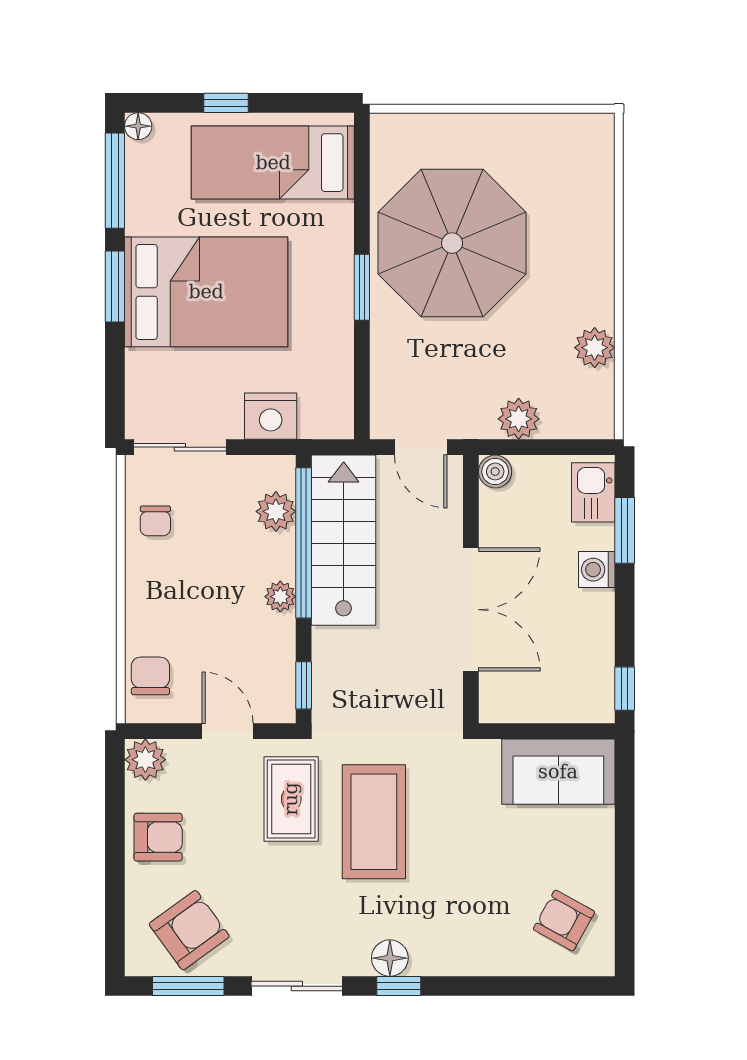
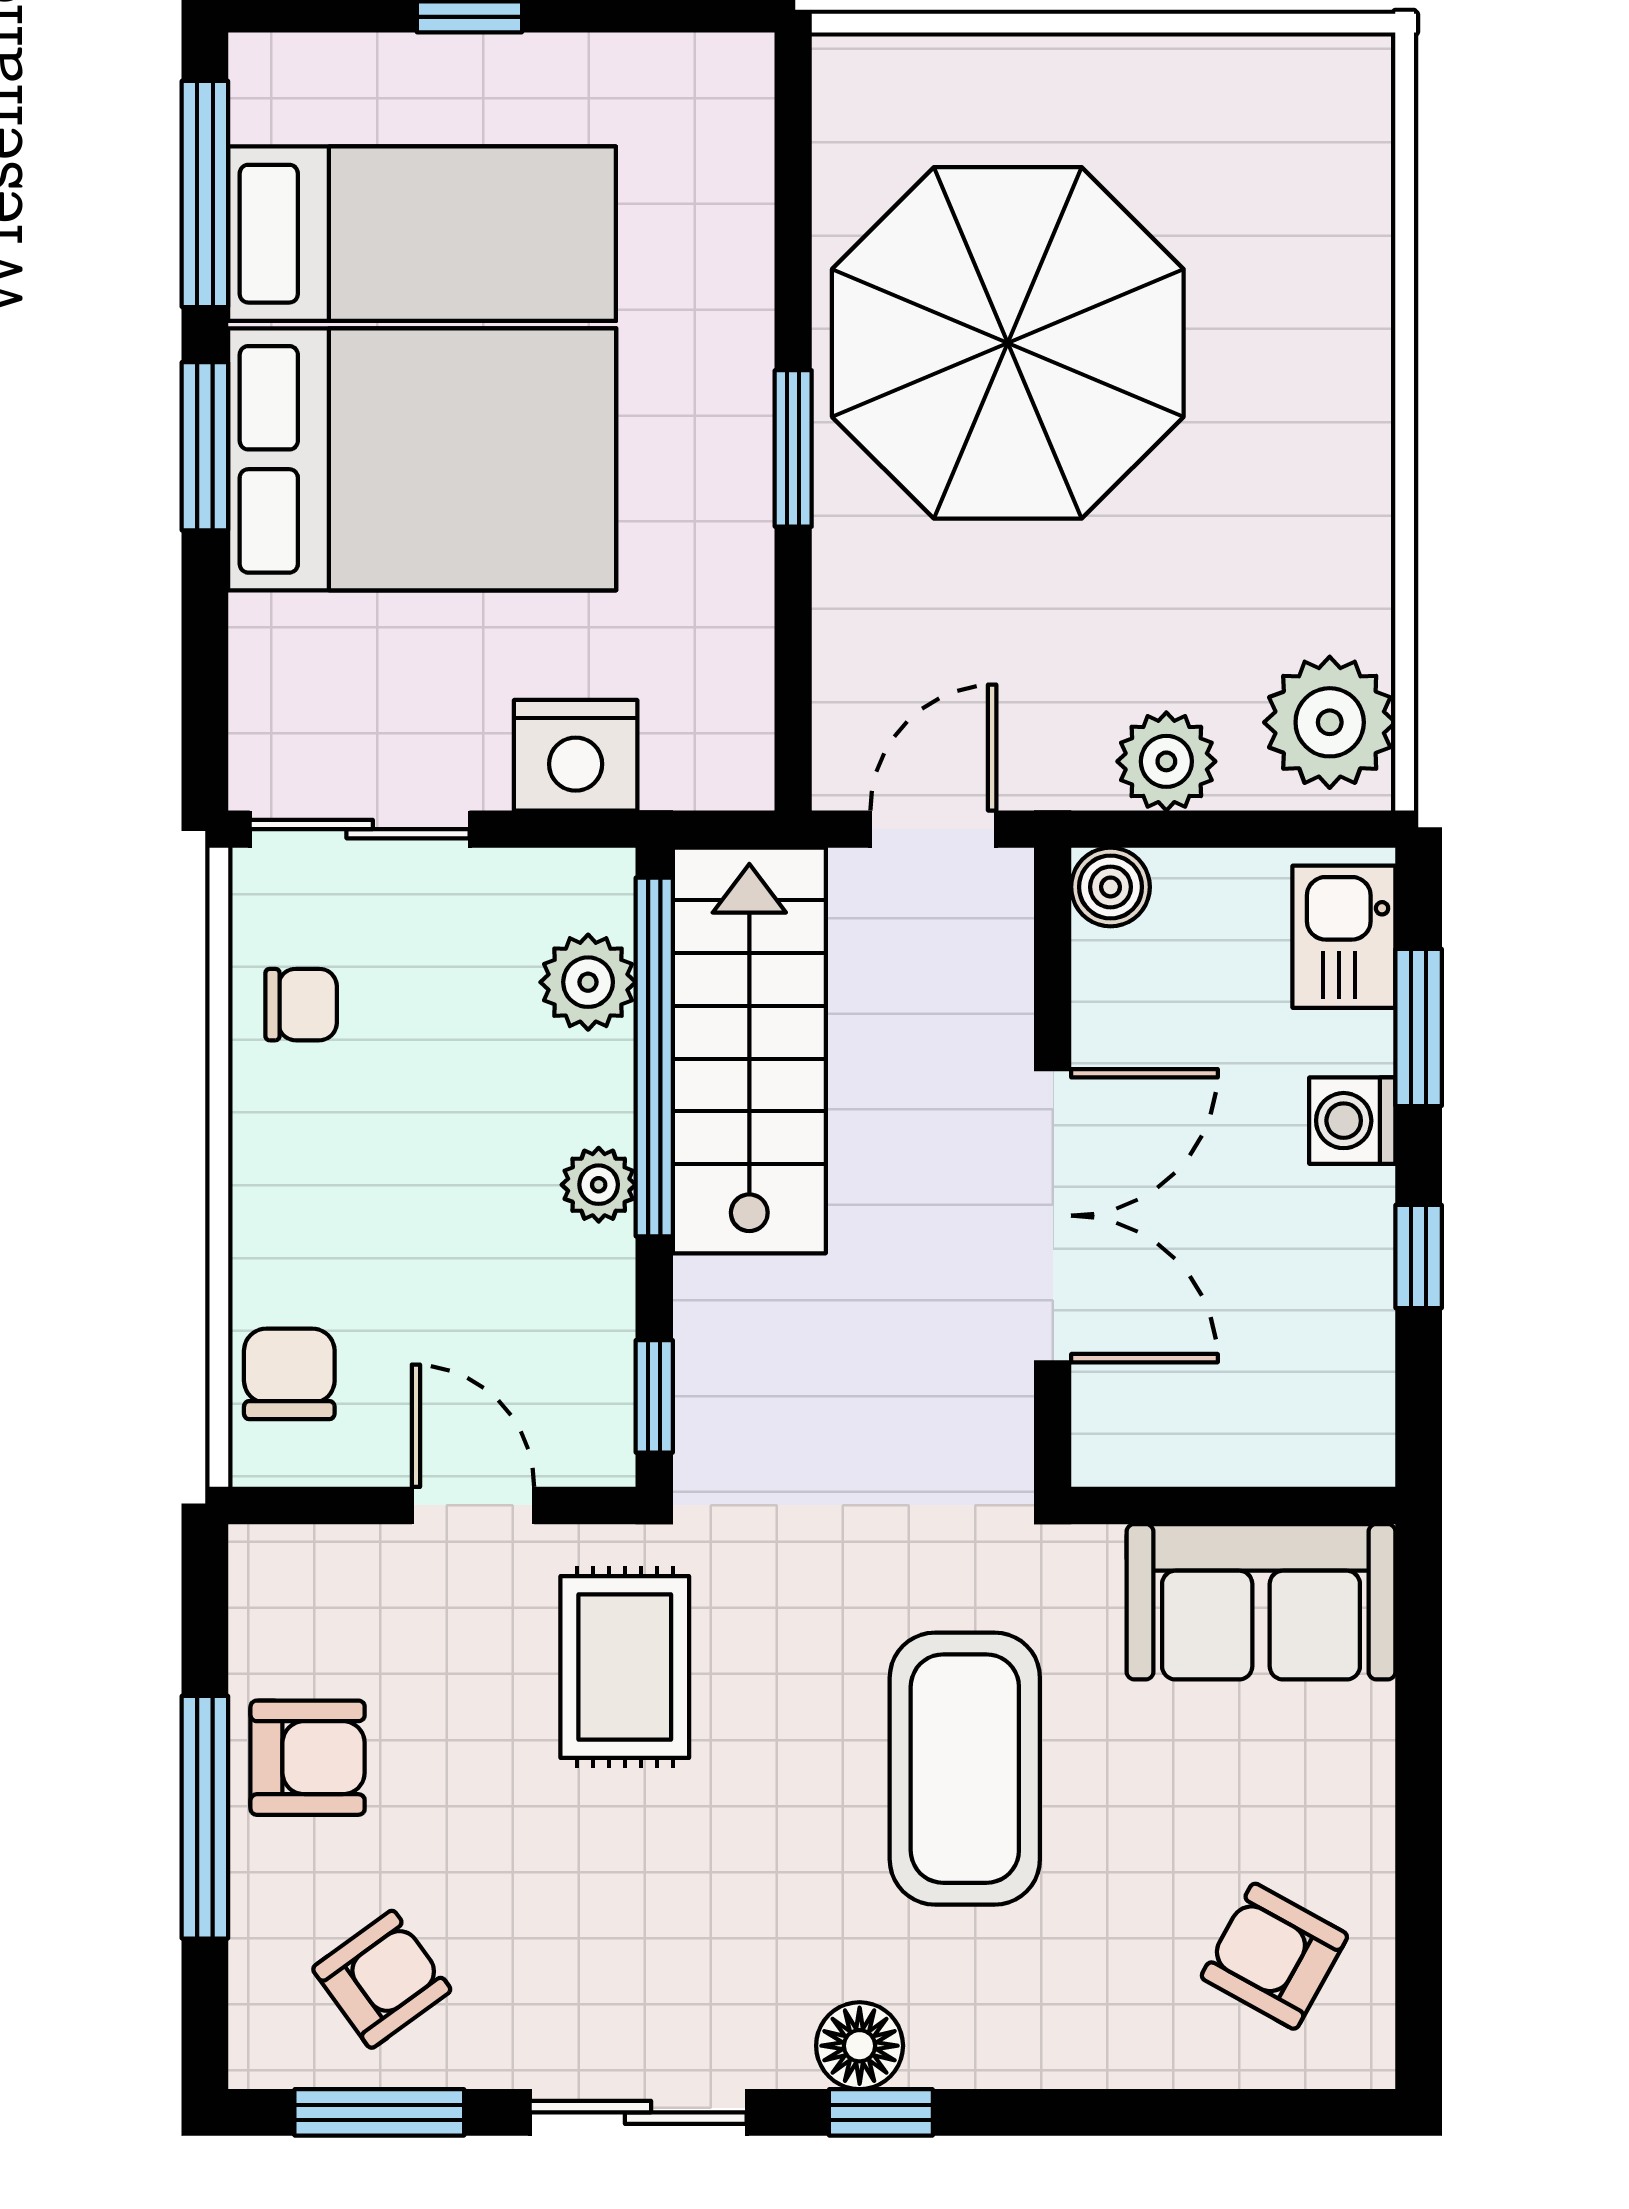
floor lamp: (138, 126) -> (260, 65), removed
bed: (273, 163) -> (422, 234), moved, turned 180
plant: (595, 348) -> (1330, 722), moved, width x1.36, depth x1.36
door: (421, 447) -> (933, 829), swing flipped
chair: (155, 521) -> (301, 1005), turned -90
window: (625, 689) -> (1419, 1257), moved
plant: (145, 760) -> (277, 1573), removed
coffee table: (374, 822) -> (965, 1769), moved
window: (115, 862) -> (205, 1817), added
armchair: (189, 930) -> (382, 1979), width x0.72, depth x0.72

